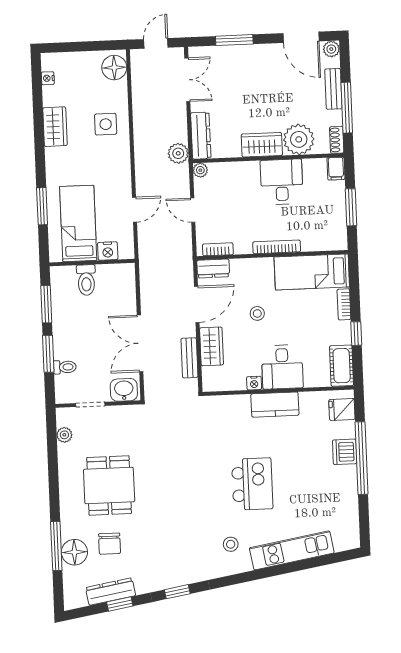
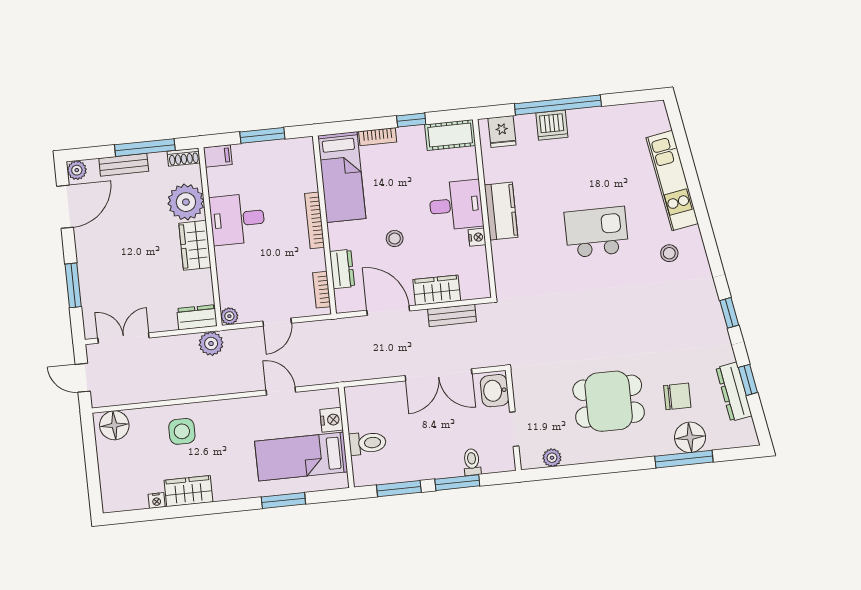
nightstand: (48, 78) -> (157, 501), moved
dresser: (201, 136) -> (197, 317), width x0.70
dresser: (213, 268) -> (342, 269), moved

